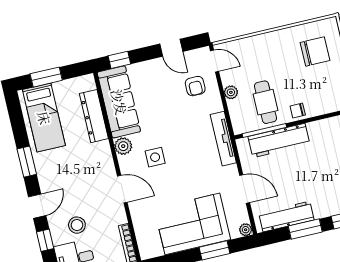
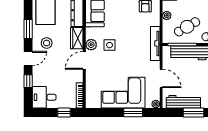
cafe table: (265, 102) -> (187, 27), turned 60
plant: (123, 146) -> (91, 45), moved
wardrobe: (103, 158) -> (77, 38), added
door: (122, 189) -> (84, 60), swing flipped
stool: (77, 225) -> (47, 43), moved

